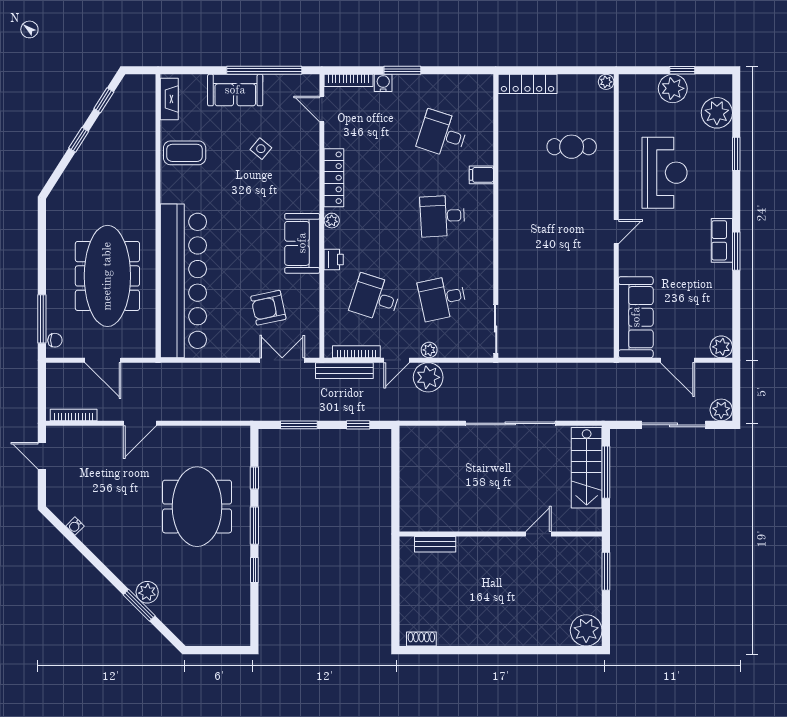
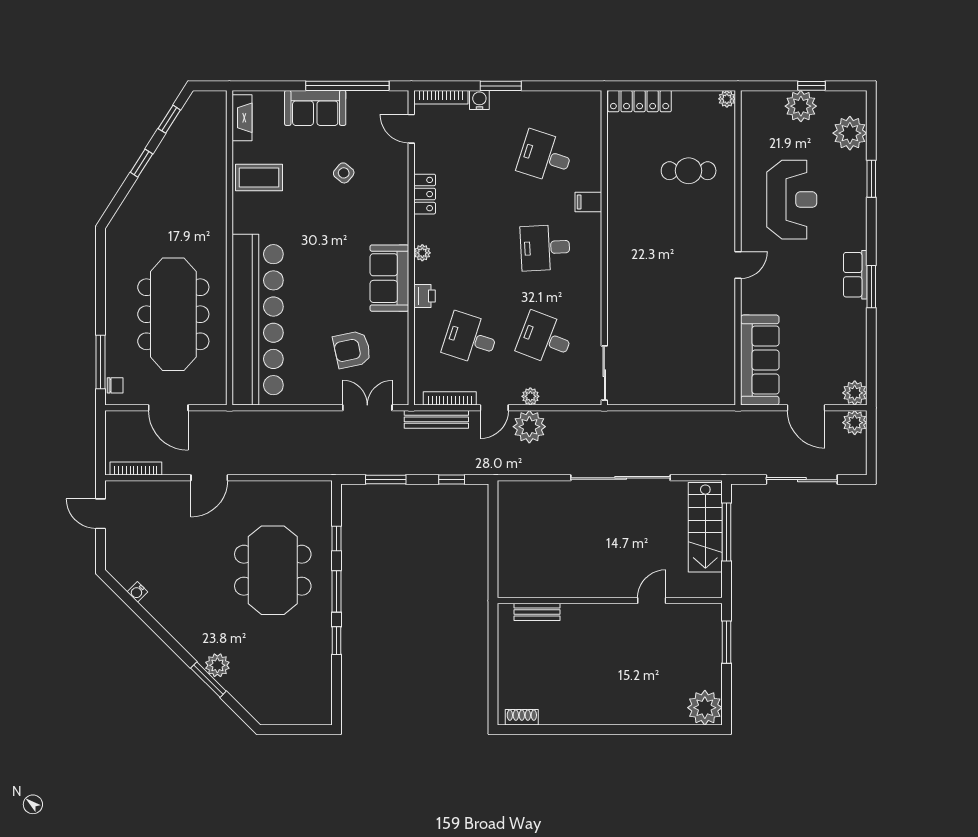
locker: (334, 178) -> (425, 194), width x0.66
desk: (442, 298) -> (545, 339), turned 33
plant: (721, 410) -> (855, 423), moved

